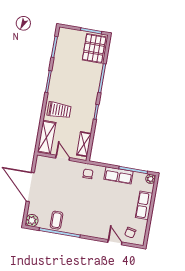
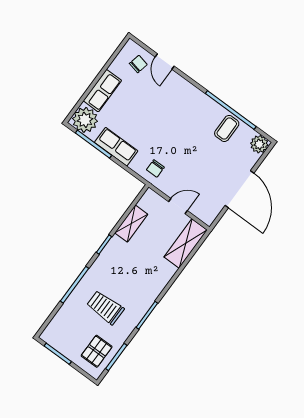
pallet: (94, 48) -> (97, 351), moved, width x0.67, depth x0.71
trolley: (59, 110) -> (105, 307), moved
shelving: (84, 144) -> (131, 224), moved
door: (63, 158) -> (178, 206), swing flipped
plant: (150, 179) -> (85, 120), width x1.87, depth x1.87

